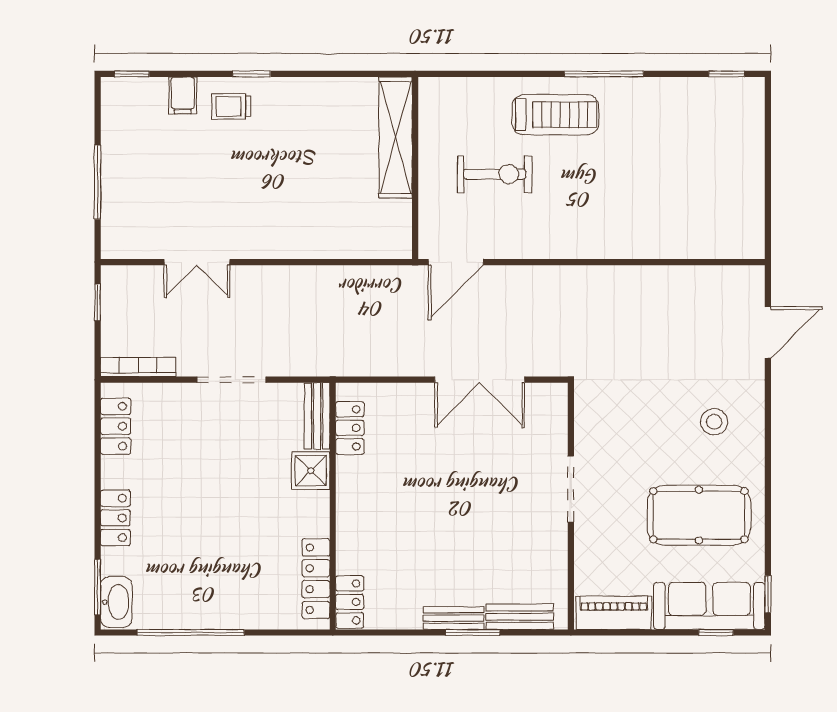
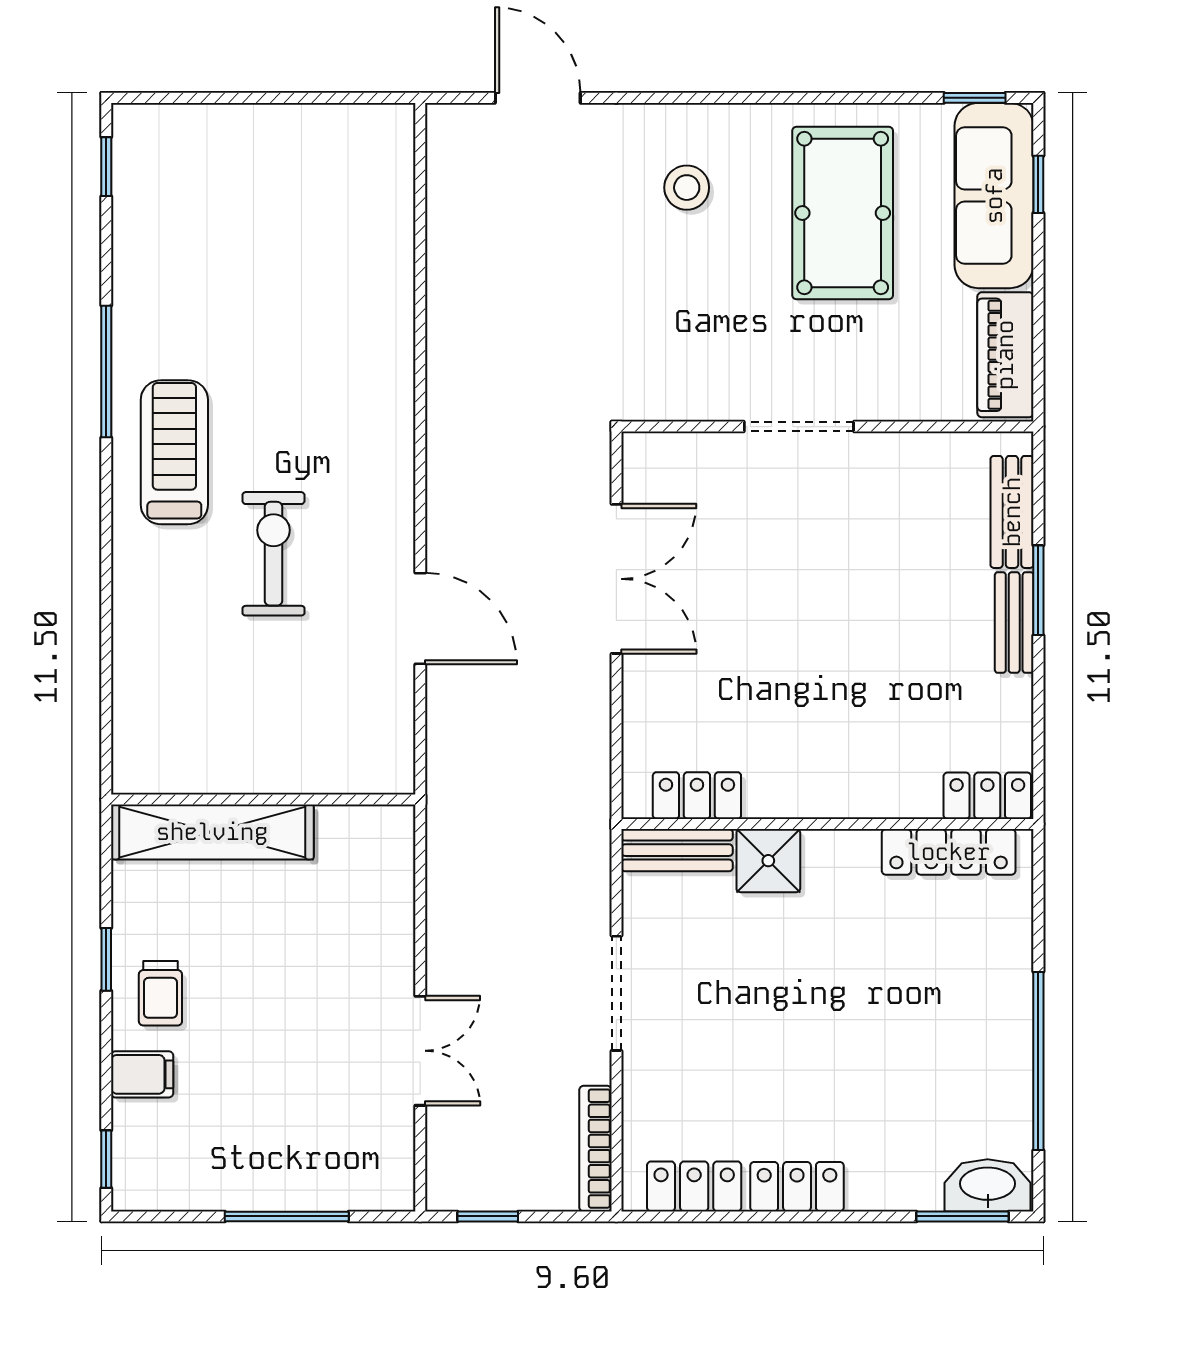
shelving: (396, 138) -> (212, 832), moved
wall: (415, 168) -> (263, 799), moved
locker: (115, 518) -> (797, 1187), moved

